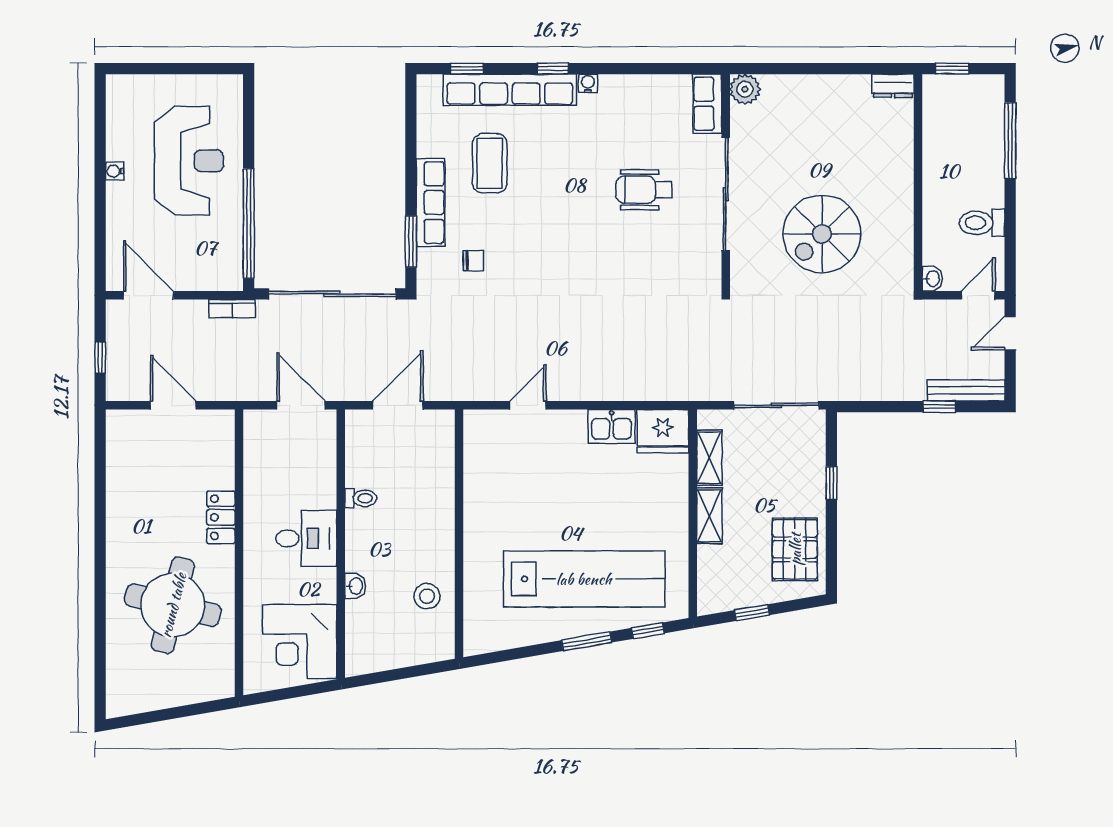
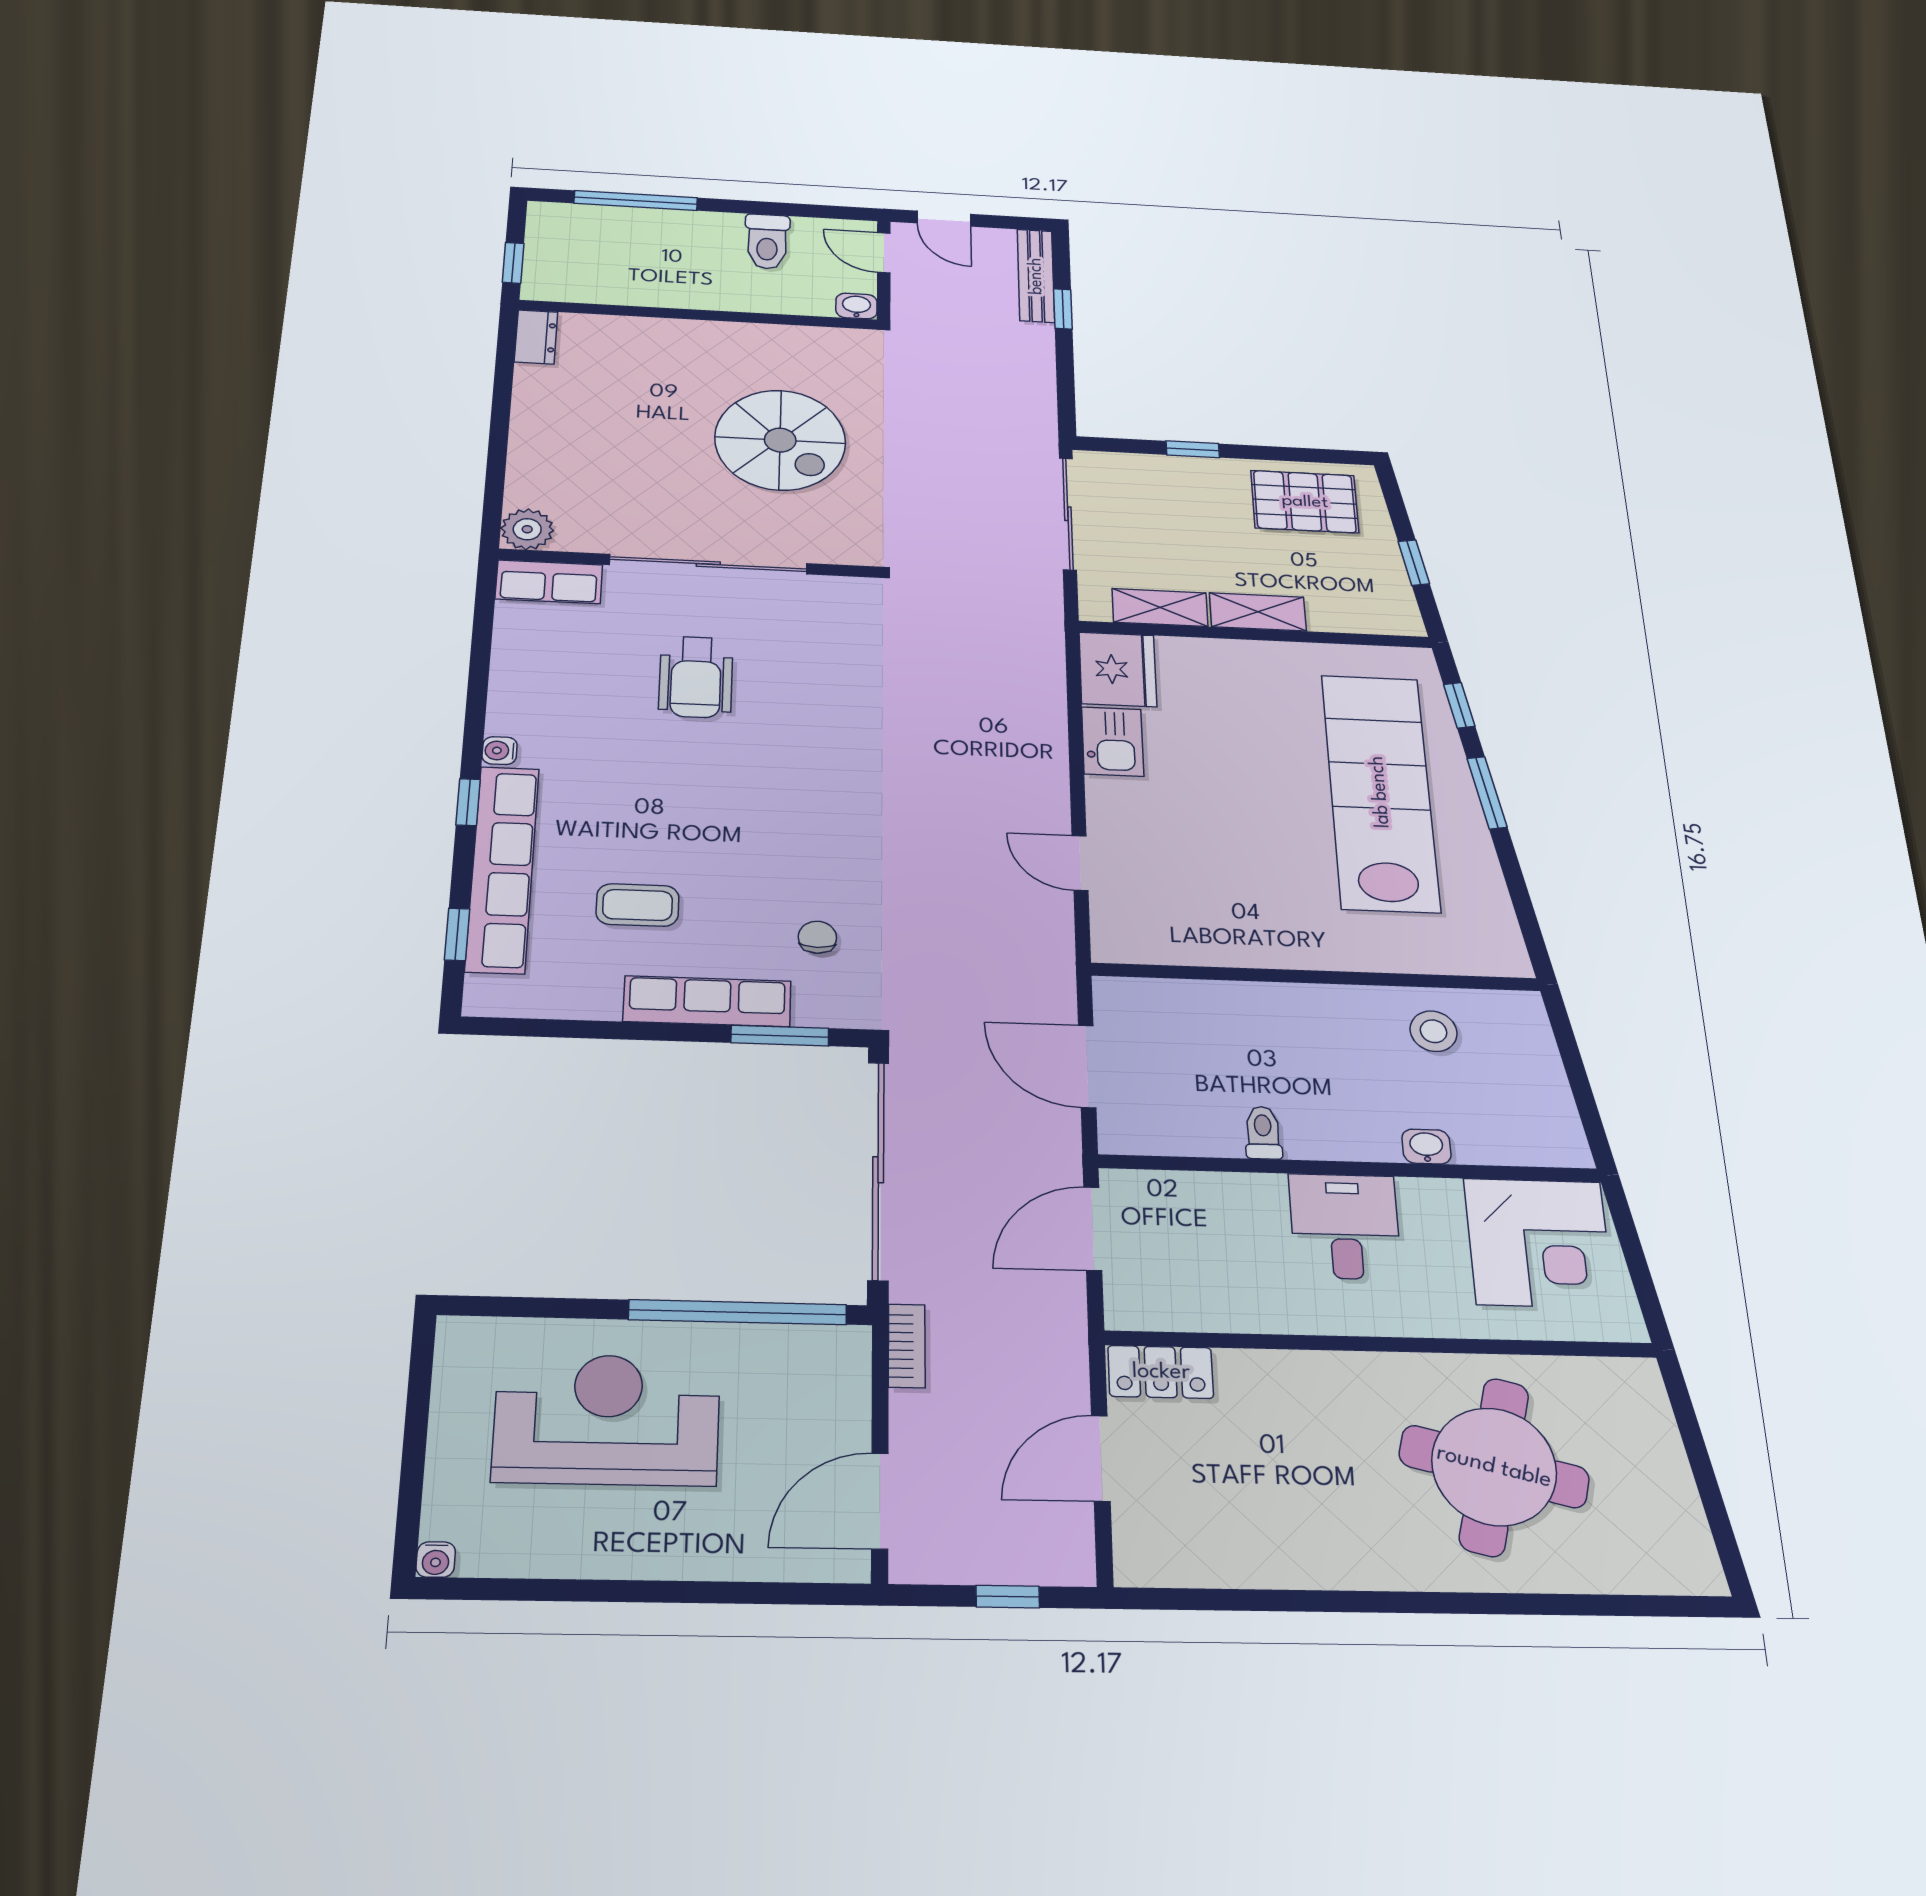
coffee table: (490, 163) -> (638, 905), width x0.73, depth x0.77
water cooler: (115, 171) -> (436, 1560), moved
locker: (221, 517) -> (1161, 1372), moved

